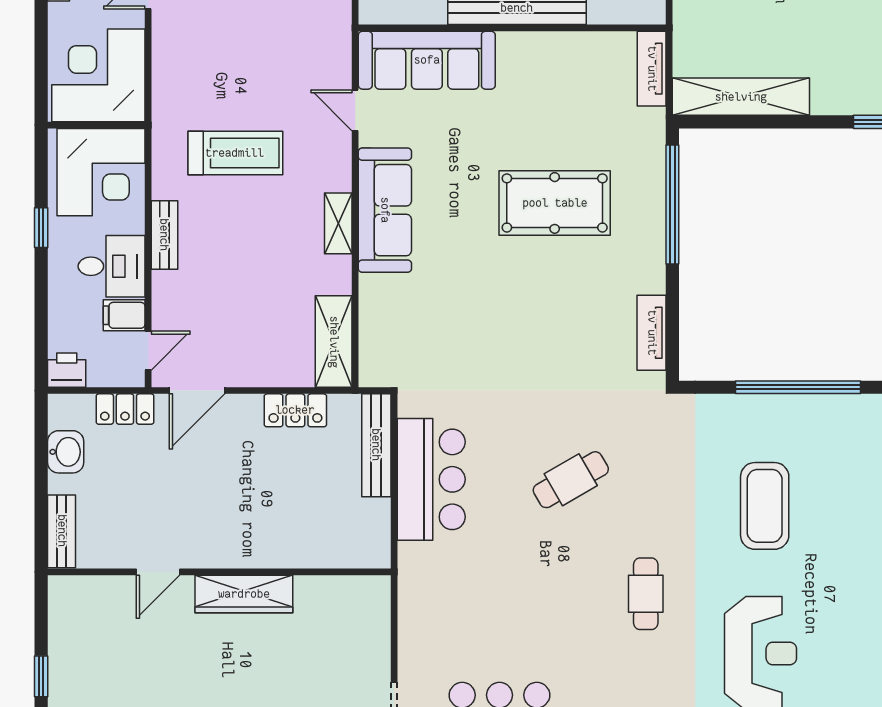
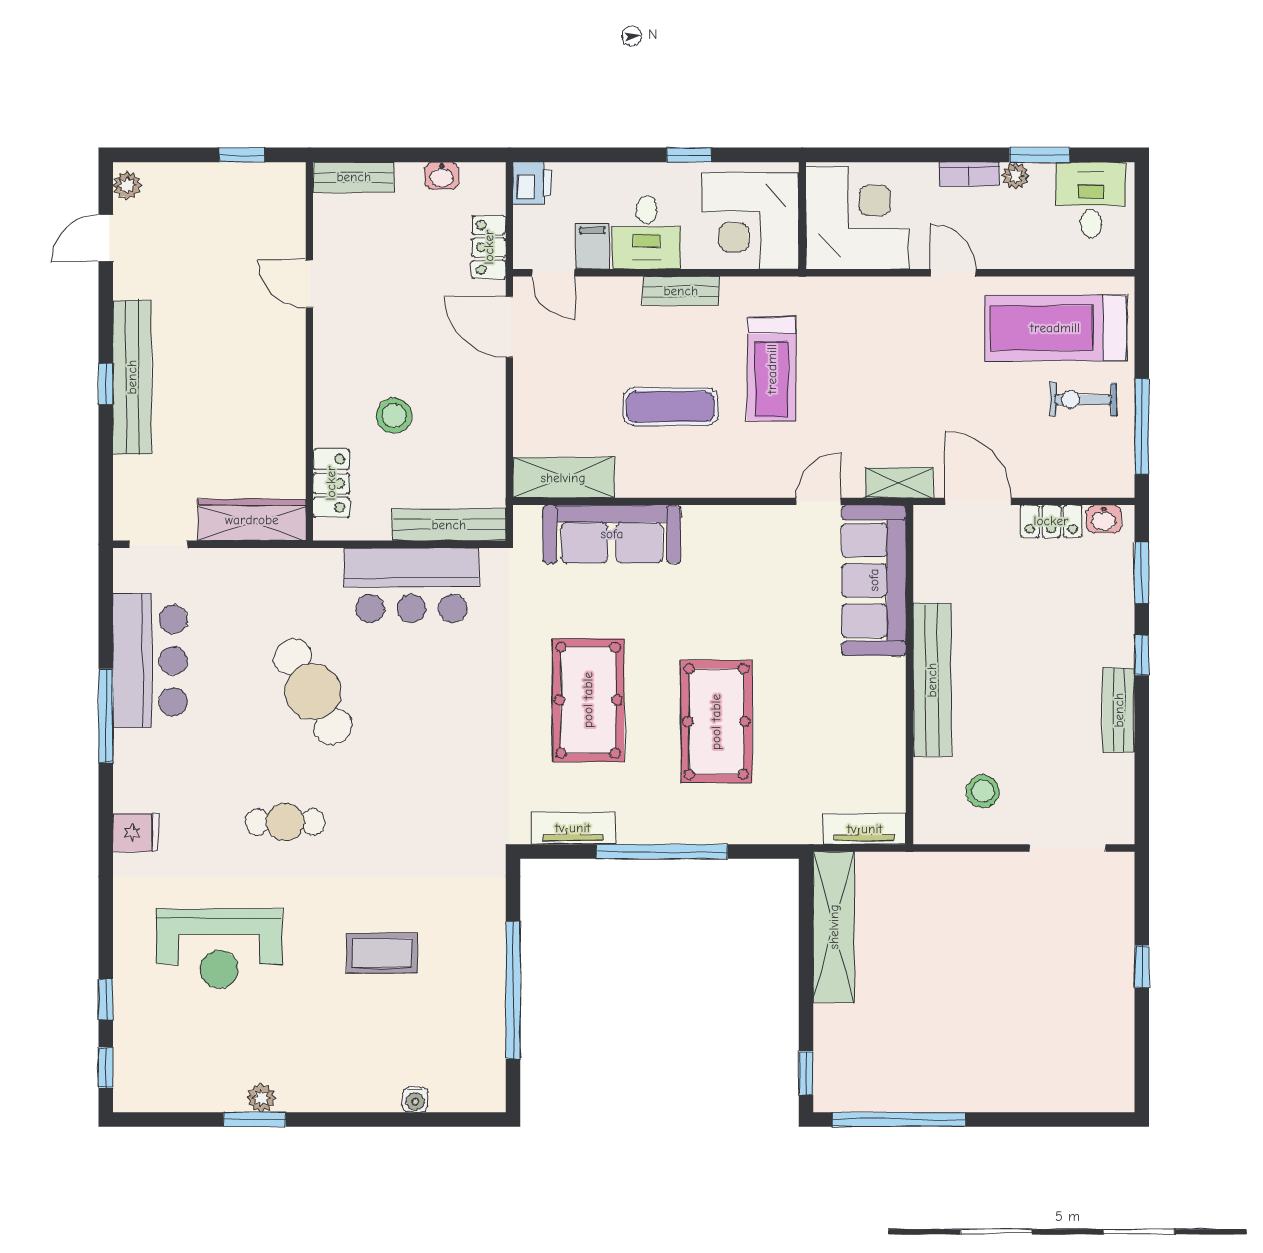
window: (672, 205) -> (662, 852), moved
sofa: (385, 210) -> (612, 534), moved
shelving: (338, 223) -> (899, 483), moved
exercise mat: (269, 245) -> (670, 407), added
pool table: (535, 319) -> (588, 700), added
locker: (295, 410) -> (331, 483), moved, turned 180
washbasin: (66, 452) -> (442, 176), width x0.72, depth x0.69
cafe table: (571, 480) -> (313, 692), moved, width x1.37, depth x1.35
stool: (277, 495) -> (394, 416), added
coffee table: (765, 506) -> (382, 953), width x0.73, depth x0.76
wardrobe: (244, 594) -> (252, 520), moved, turned 90
window: (41, 676) -> (242, 155), moved

